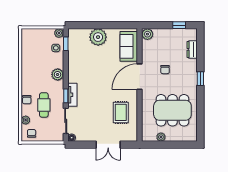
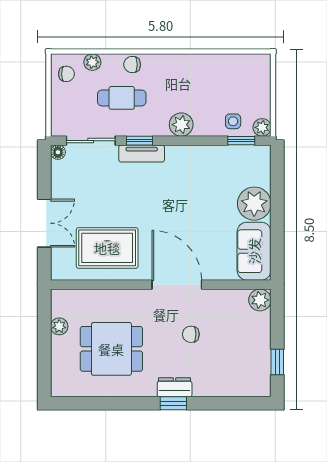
sofa: (129, 46) -> (254, 251), moved, turned -90
dresser: (192, 49) -> (175, 387), moved
dining table: (172, 110) -> (111, 349), width x0.73
rug: (121, 112) -> (107, 248), width x1.36, depth x1.43
double door: (108, 145) -> (44, 223), swing flipped

